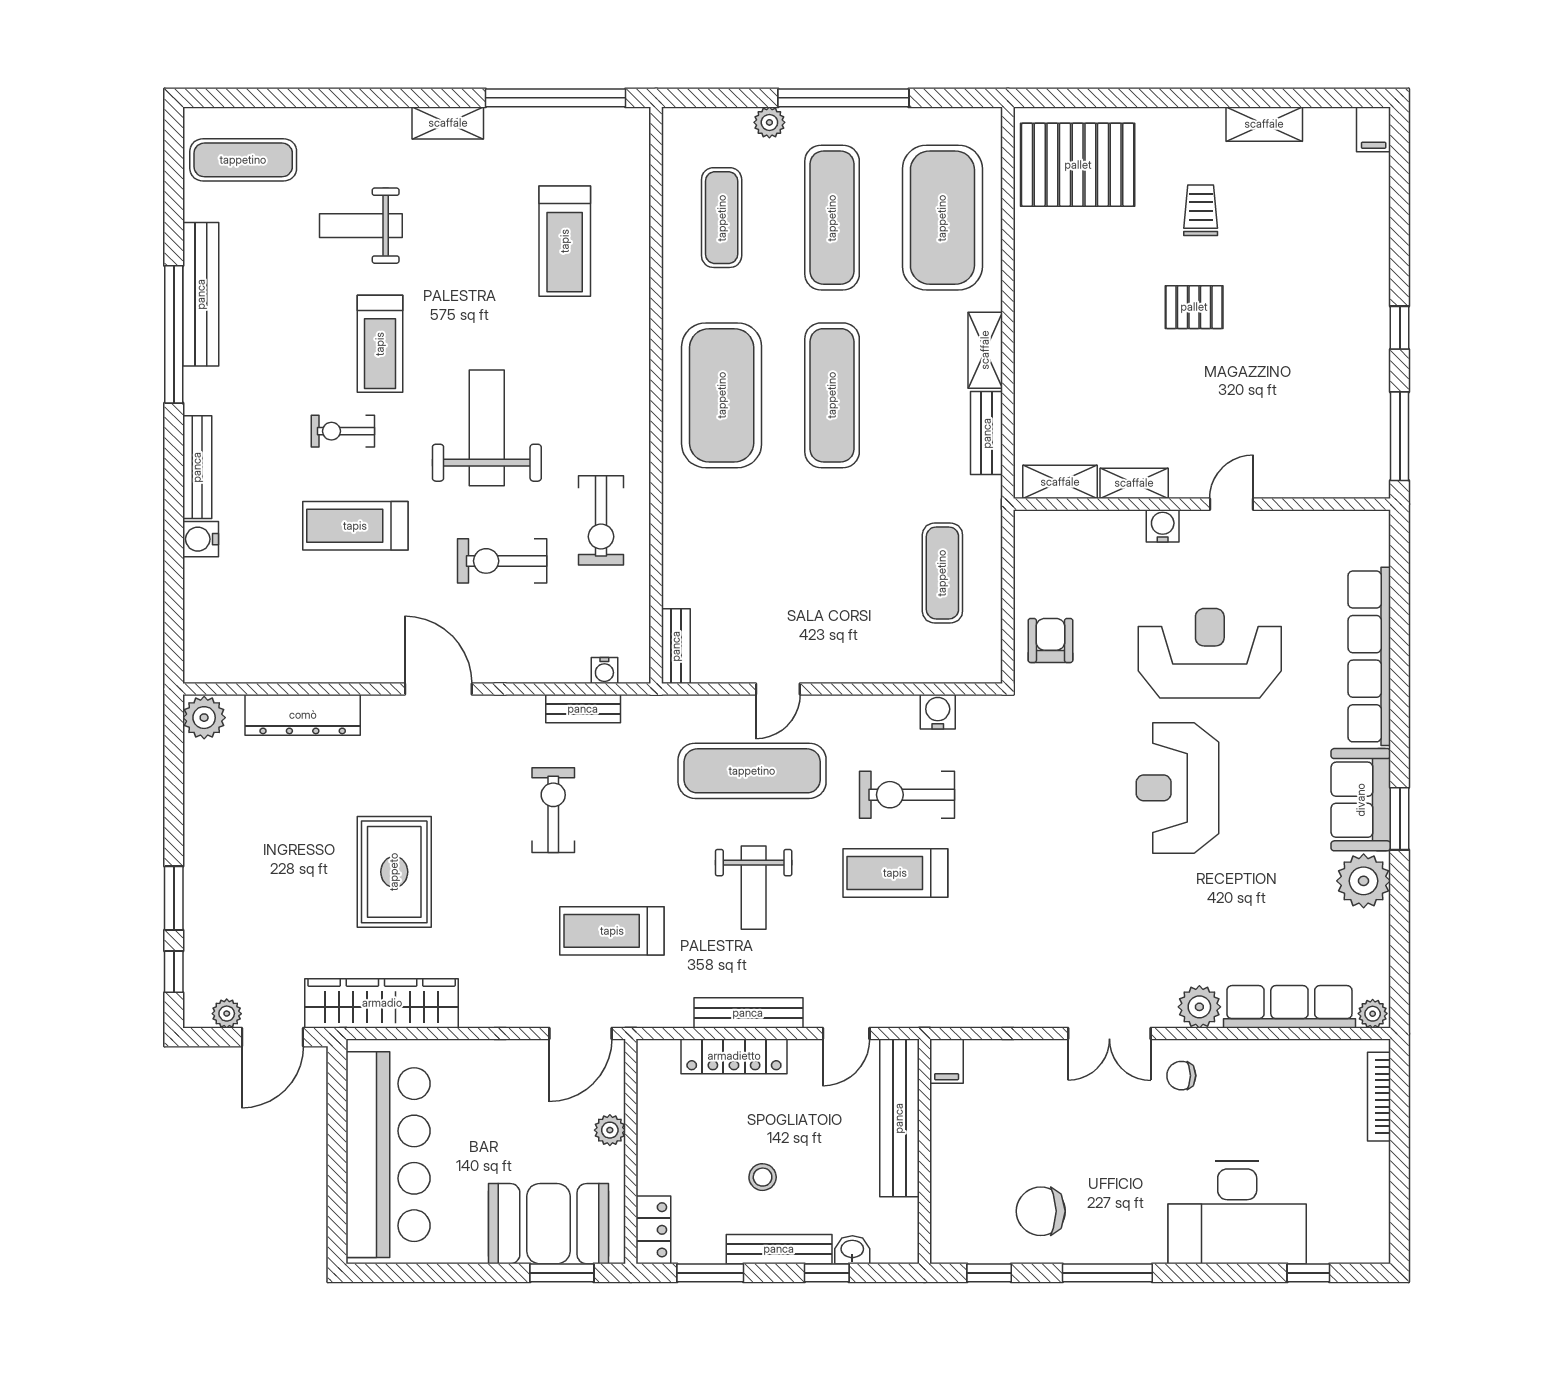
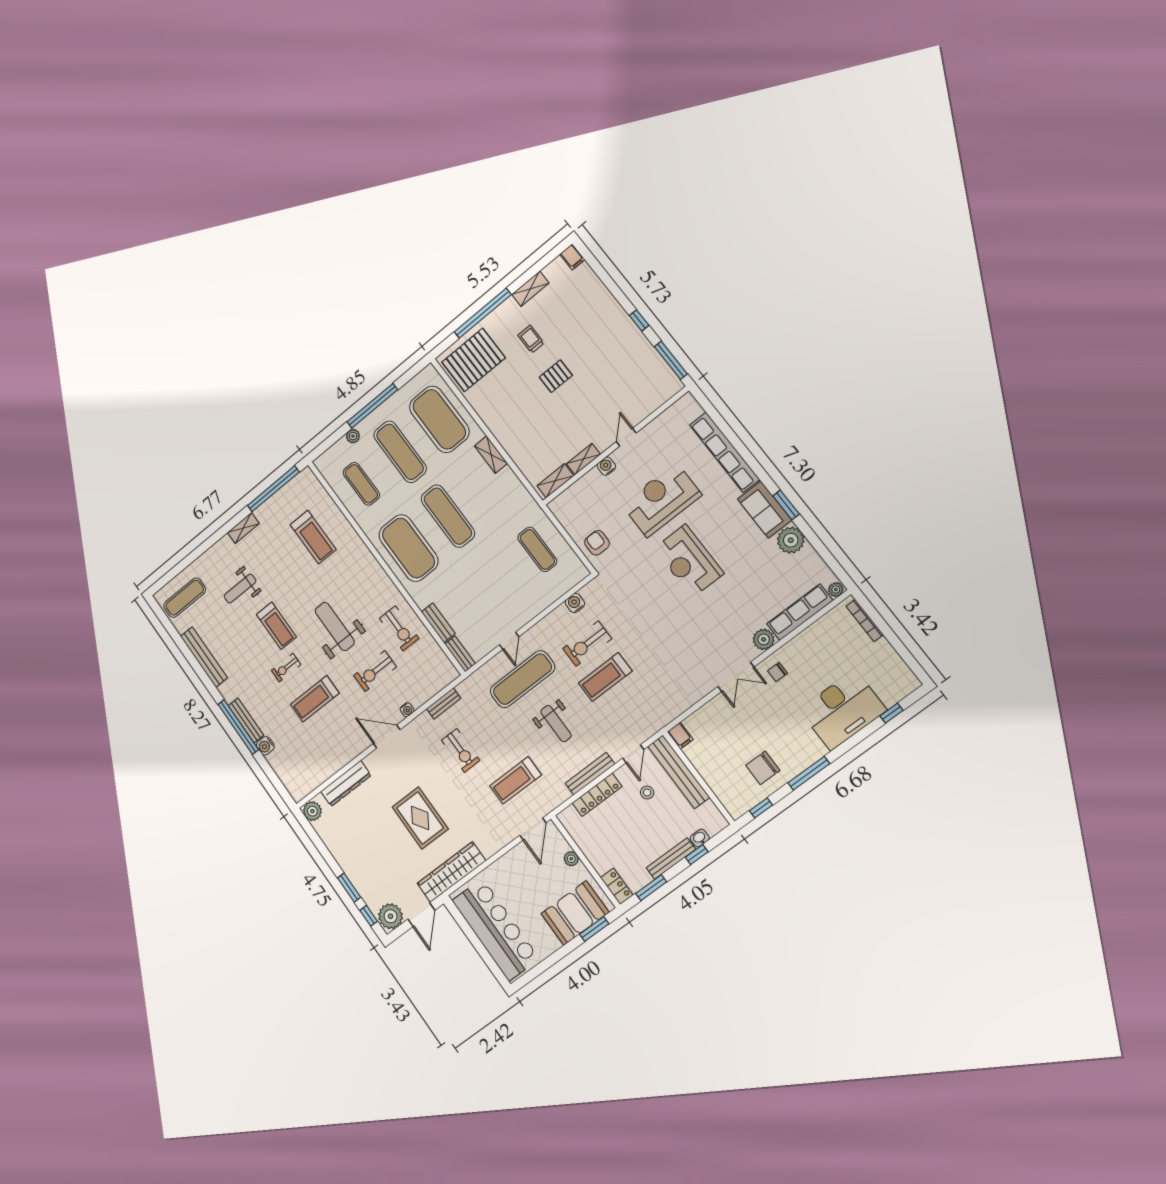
window: (1154, 98) -> (483, 313), added
window: (174, 334) -> (238, 727), moved
bench: (987, 433) -> (438, 623), moved
water cooler: (604, 670) -> (407, 710), moved
exercise bike: (553, 810) -> (461, 750), turned 180
plant: (227, 1014) -> (391, 916), width x1.88, depth x1.88
stool: (763, 1177) -> (647, 793), moved

